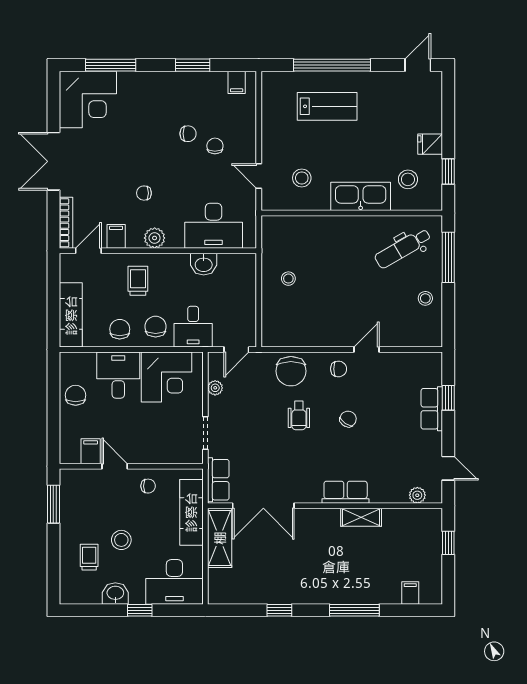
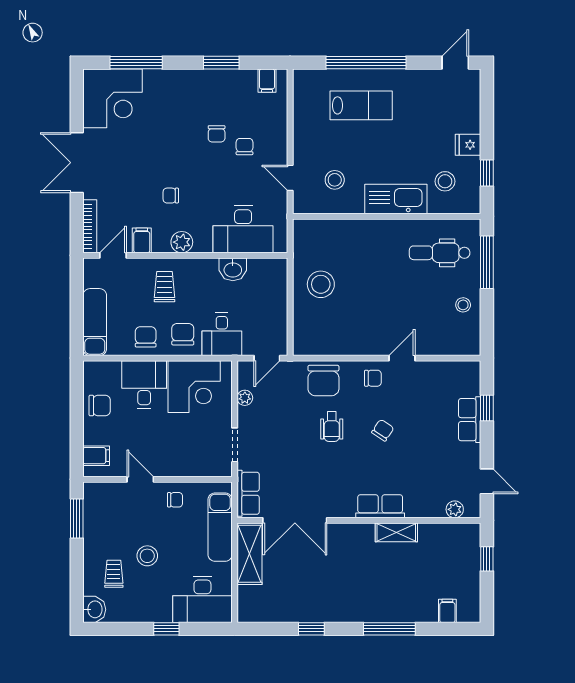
chair: (188, 134) -> (217, 134), turned 90
dental chair: (403, 248) -> (440, 253), turned 30
stool: (288, 279) -> (321, 284), width x1.89, depth x1.89
chair: (76, 395) -> (100, 405), turned 90
filing cabinet: (91, 451) -> (96, 456), moved, turned 90
washbasin: (115, 593) -> (94, 609), moved, turned 90

